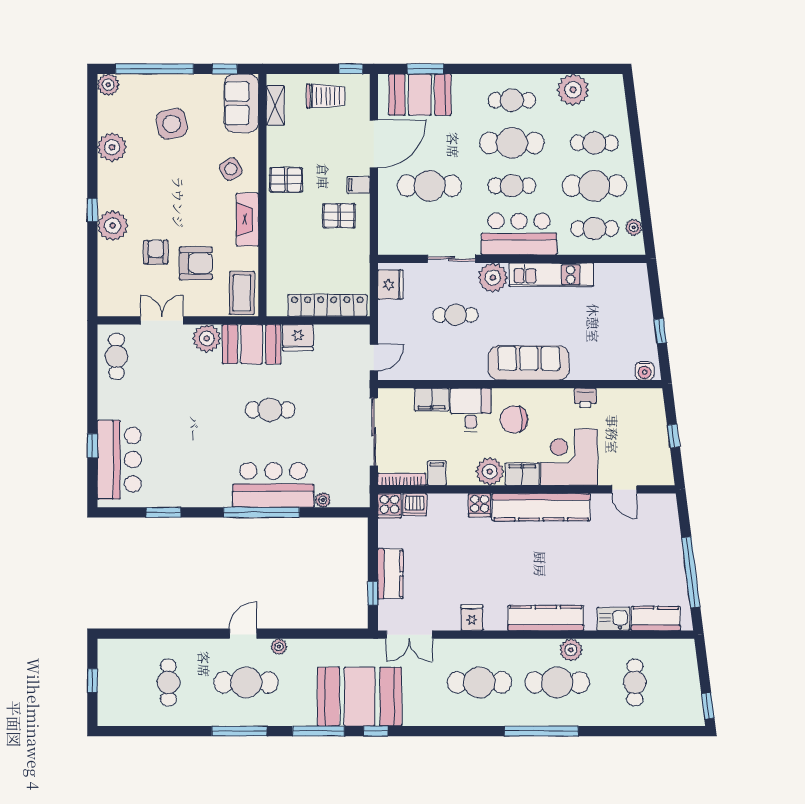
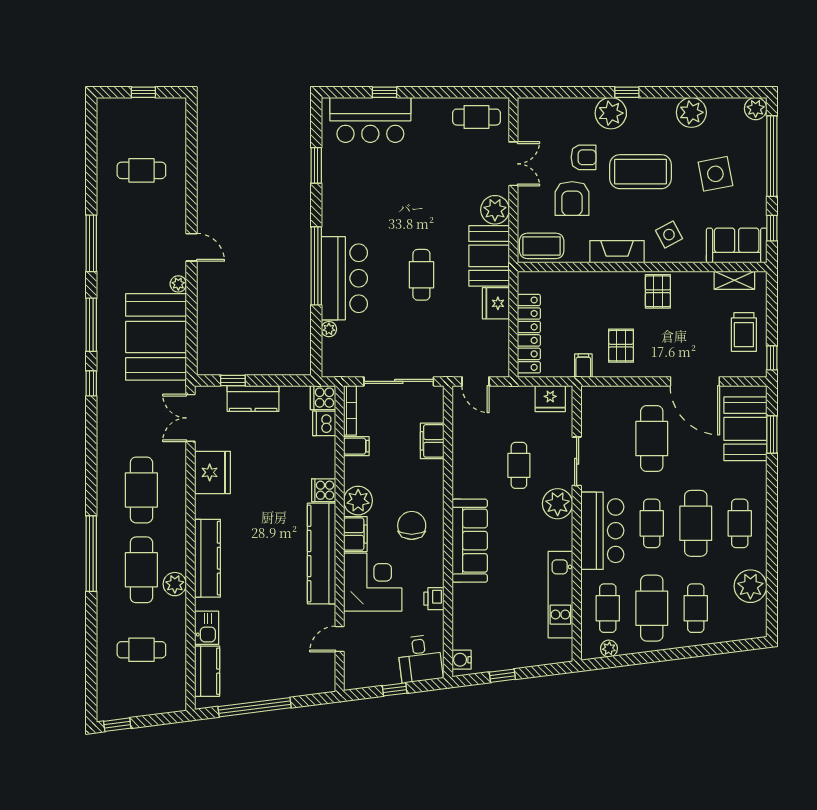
filing cabinet: (358, 185) -> (583, 366), moved
coffee table: (170, 197) -> (641, 172), added
kitchen unit: (551, 275) -> (560, 595), moved
desk: (471, 410) -> (420, 658), moved, turned 83
fridge: (472, 618) -> (212, 472), width x1.88, depth x1.34
cafe table: (246, 682) -> (141, 250), removed
booth: (360, 697) -> (156, 337), moved

